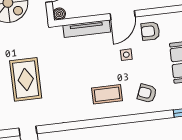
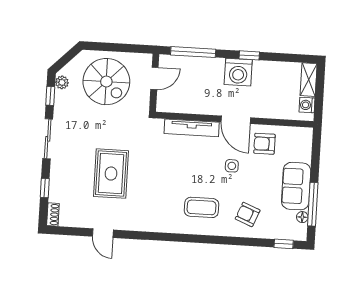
boiler: (59, 14) -> (163, 105), removed
door: (123, 15) -> (236, 120), hinge flipped

